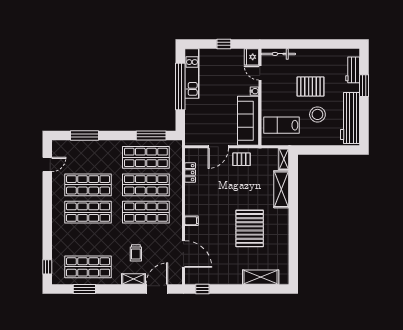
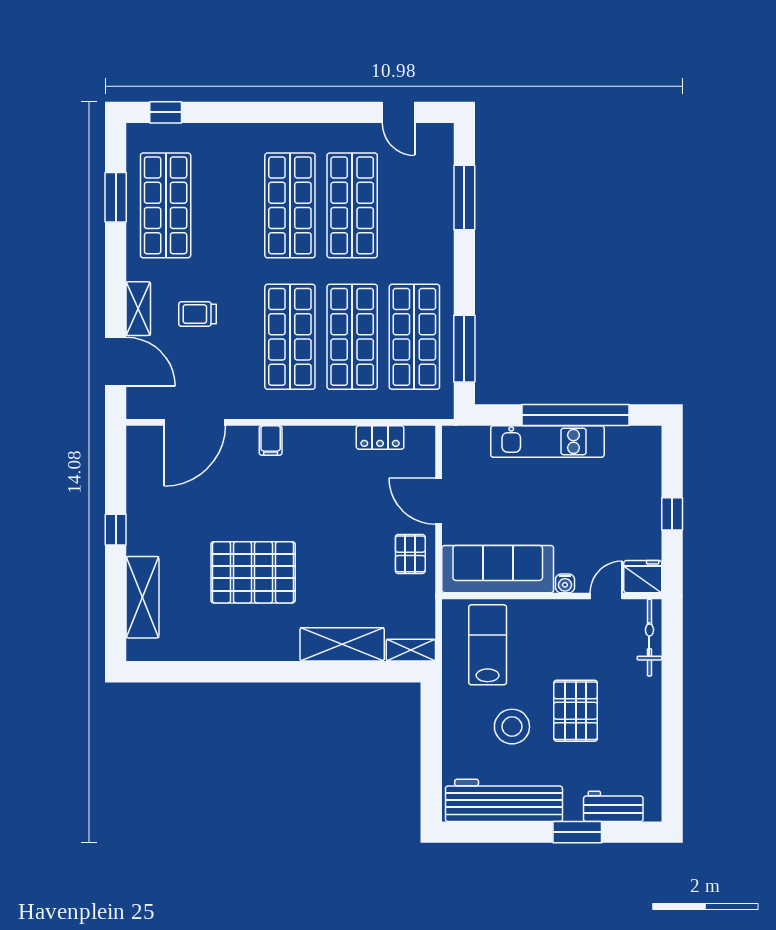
kitchen unit: (192, 73) -> (547, 441), moved
window: (202, 289) -> (116, 530), moved

